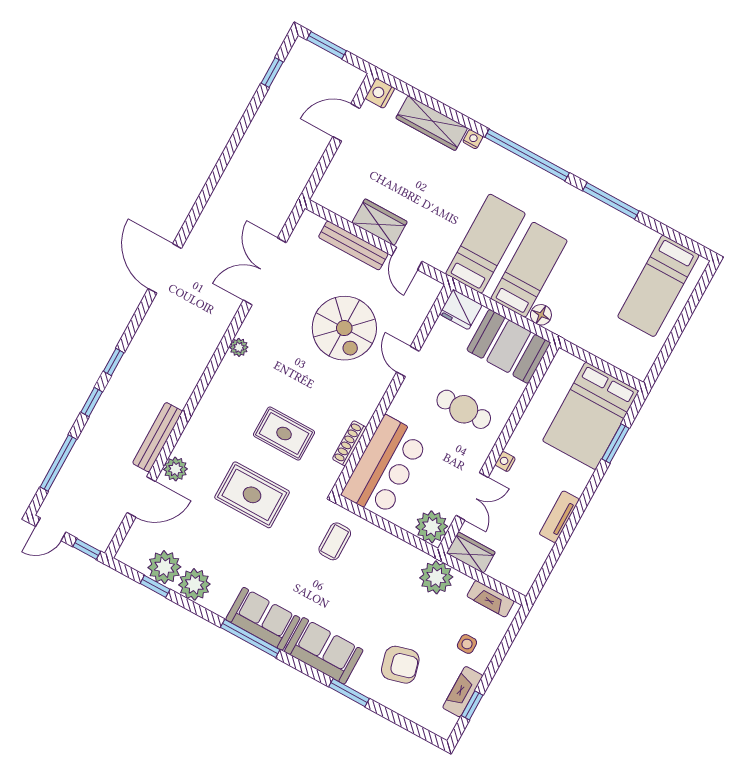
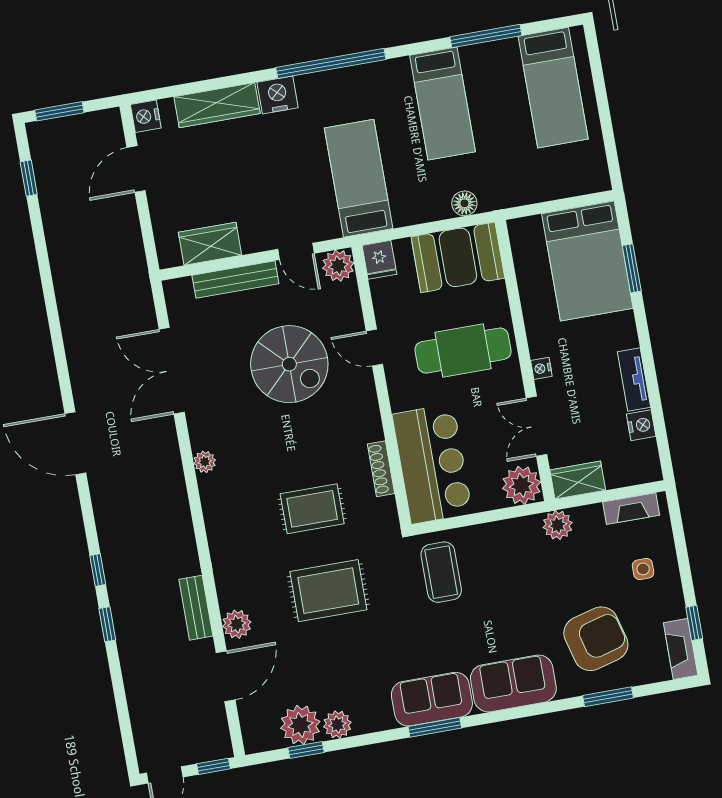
nightstand: (473, 139) -> (278, 95), width x1.89, depth x1.79
window: (611, 201) -> (486, 36), moved
wardrobe: (380, 222) -> (210, 244), moved
bed: (529, 270) -> (443, 104), moved, turned 180
plant: (427, 290) -> (338, 266), added
fridge: (461, 310) -> (379, 260), width x0.72
cafe table: (464, 409) -> (463, 351), width x1.37, depth x1.35
bench: (158, 437) -> (196, 608), width x0.73
window: (58, 463) -> (122, 707), removed
double door: (472, 496) -> (537, 426), swing flipped
coffee table: (335, 541) -> (441, 572), width x1.36, depth x1.30
nightstand: (540, 550) -> (641, 425), added
plant: (436, 577) -> (558, 525), width x0.73, depth x0.73
plant: (194, 584) -> (337, 725), width x0.73, depth x0.73
window: (250, 638) -> (435, 727), width x0.69
armchair: (400, 665) -> (596, 639), width x1.36, depth x1.36
fireplace: (463, 692) -> (681, 649), moved
window: (349, 693) -> (608, 697), moved

